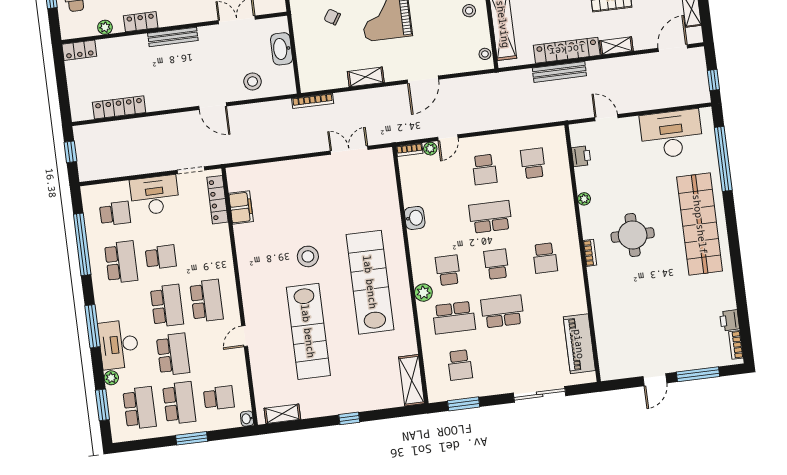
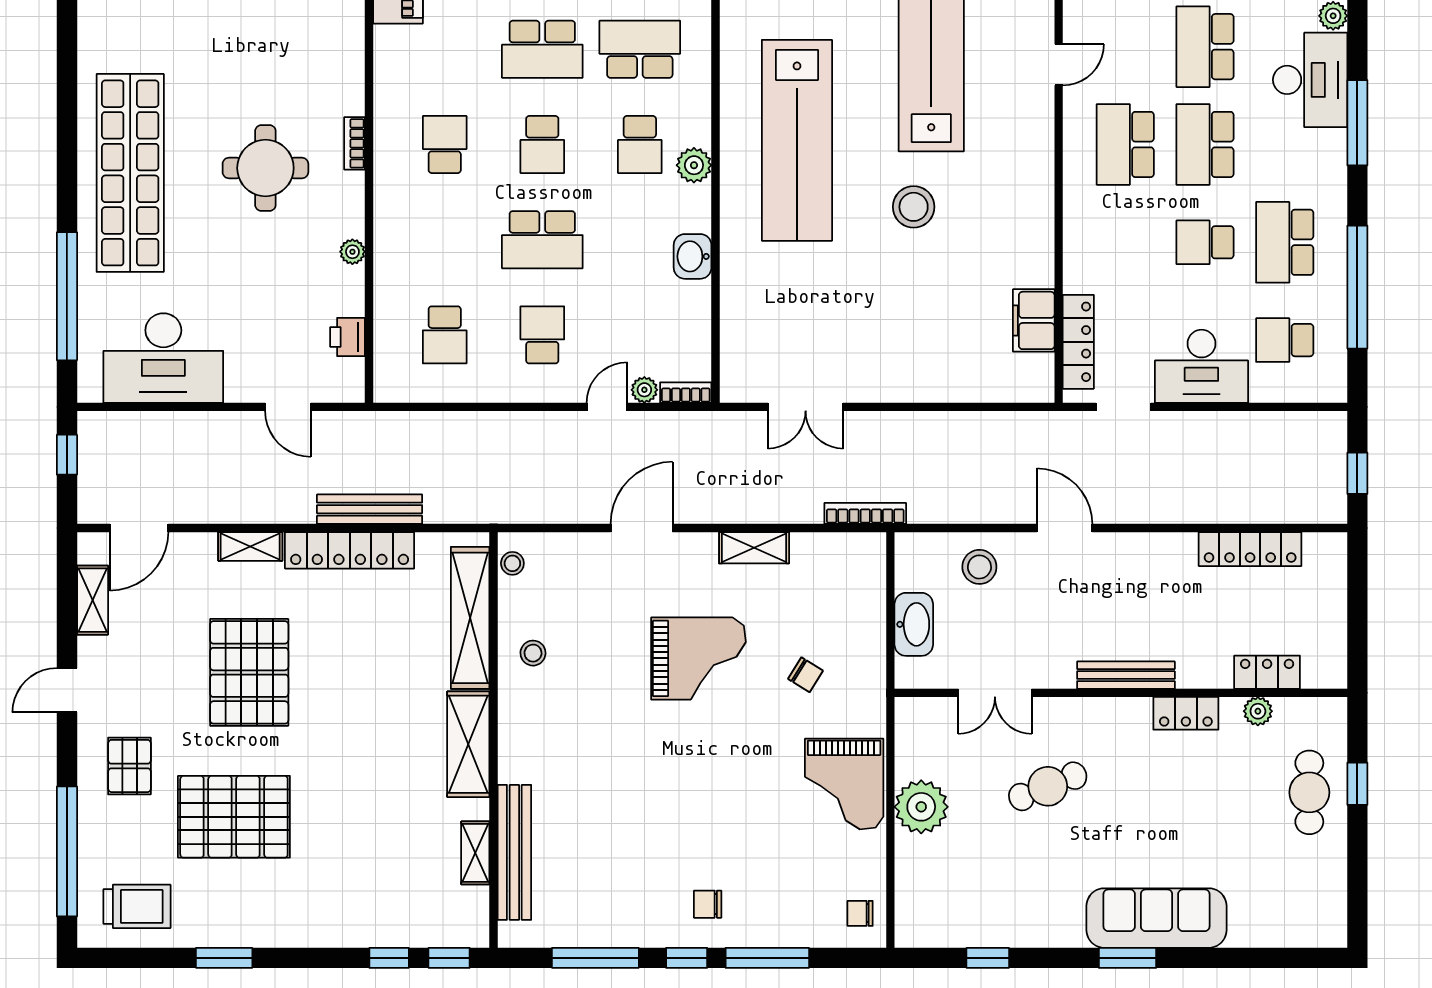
locker: (79, 50) -> (1267, 672), moved
plant: (423, 293) -> (694, 165), moved

